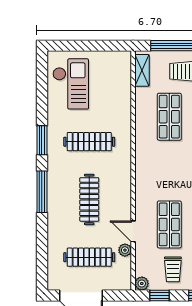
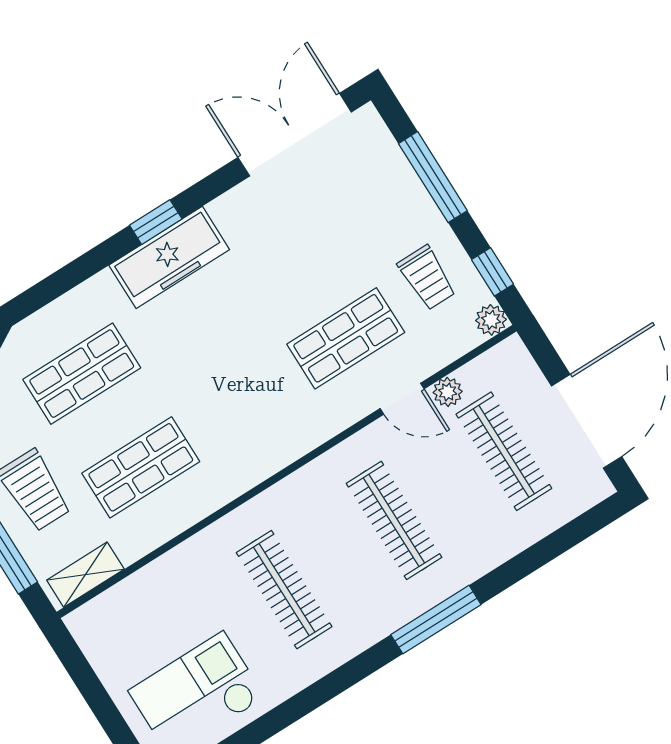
window: (42, 140) -> (338, 681), removed
clothes rail: (89, 199) -> (394, 520), turned 90
door: (133, 231) -> (402, 399), hinge flipped
trolley: (173, 269) -> (427, 278), turned 90

